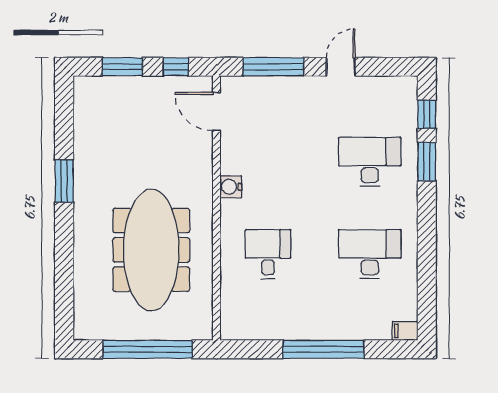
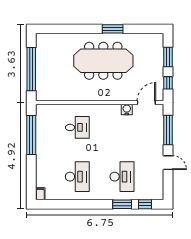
water cooler: (231, 187) -> (127, 109), moved
meeting table: (151, 250) -> (103, 61), moved
window: (323, 349) -> (31, 135), moved

